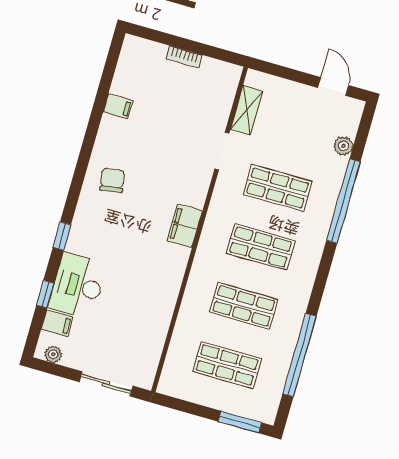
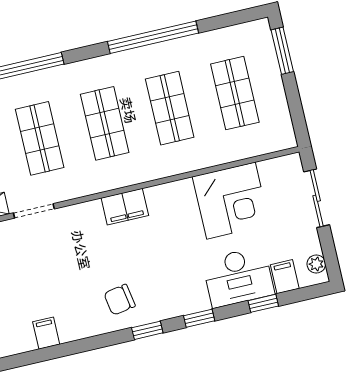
window: (75, 189) -> (147, 330), added
corner desk: (142, 314) -> (231, 201), added
window: (300, 355) -> (153, 37), moved

